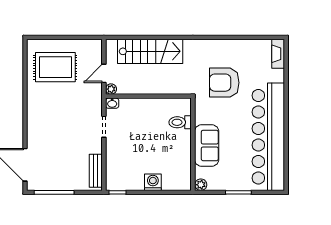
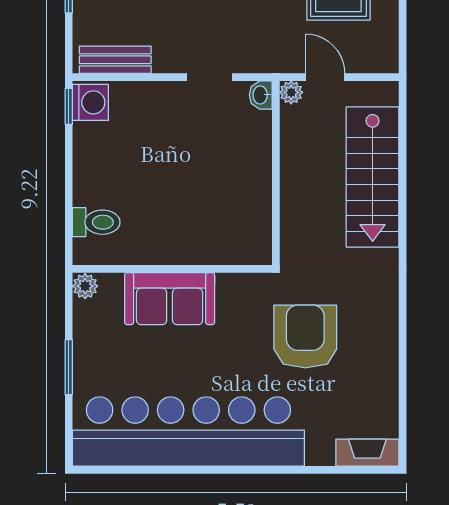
toilet: (180, 122) -> (96, 222), moved, turned 90
washing machine: (153, 182) -> (90, 102), moved

